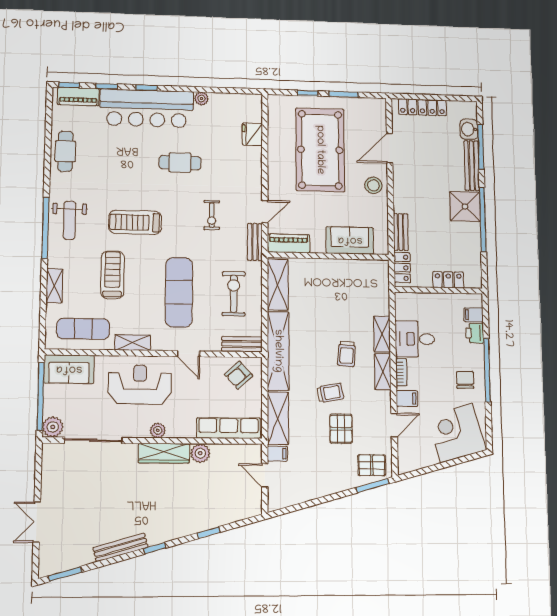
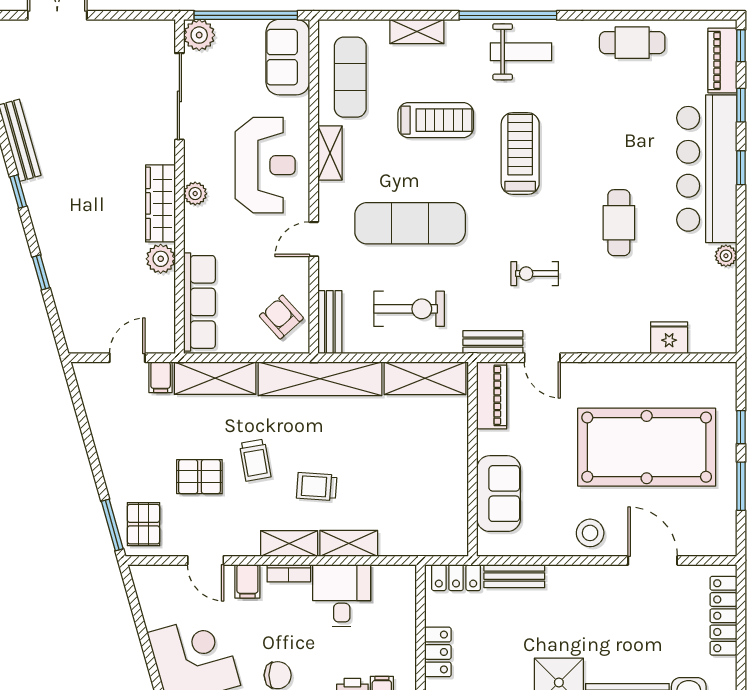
weight bench: (69, 220) -> (521, 52), turned 180

